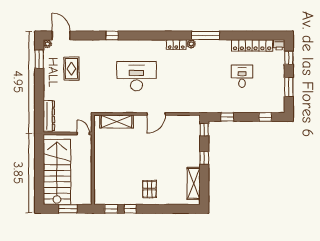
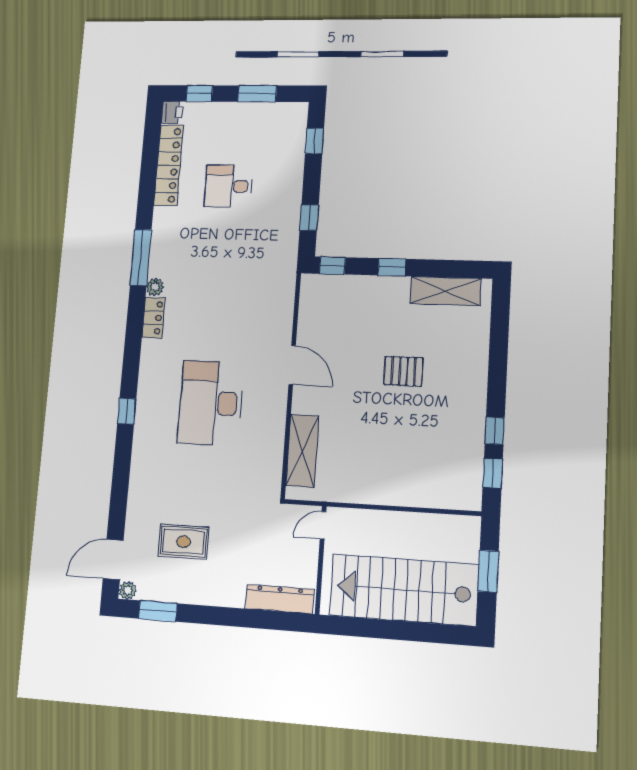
window: (112, 35) -> (127, 411), moved
pallet: (149, 189) -> (403, 371), moved

